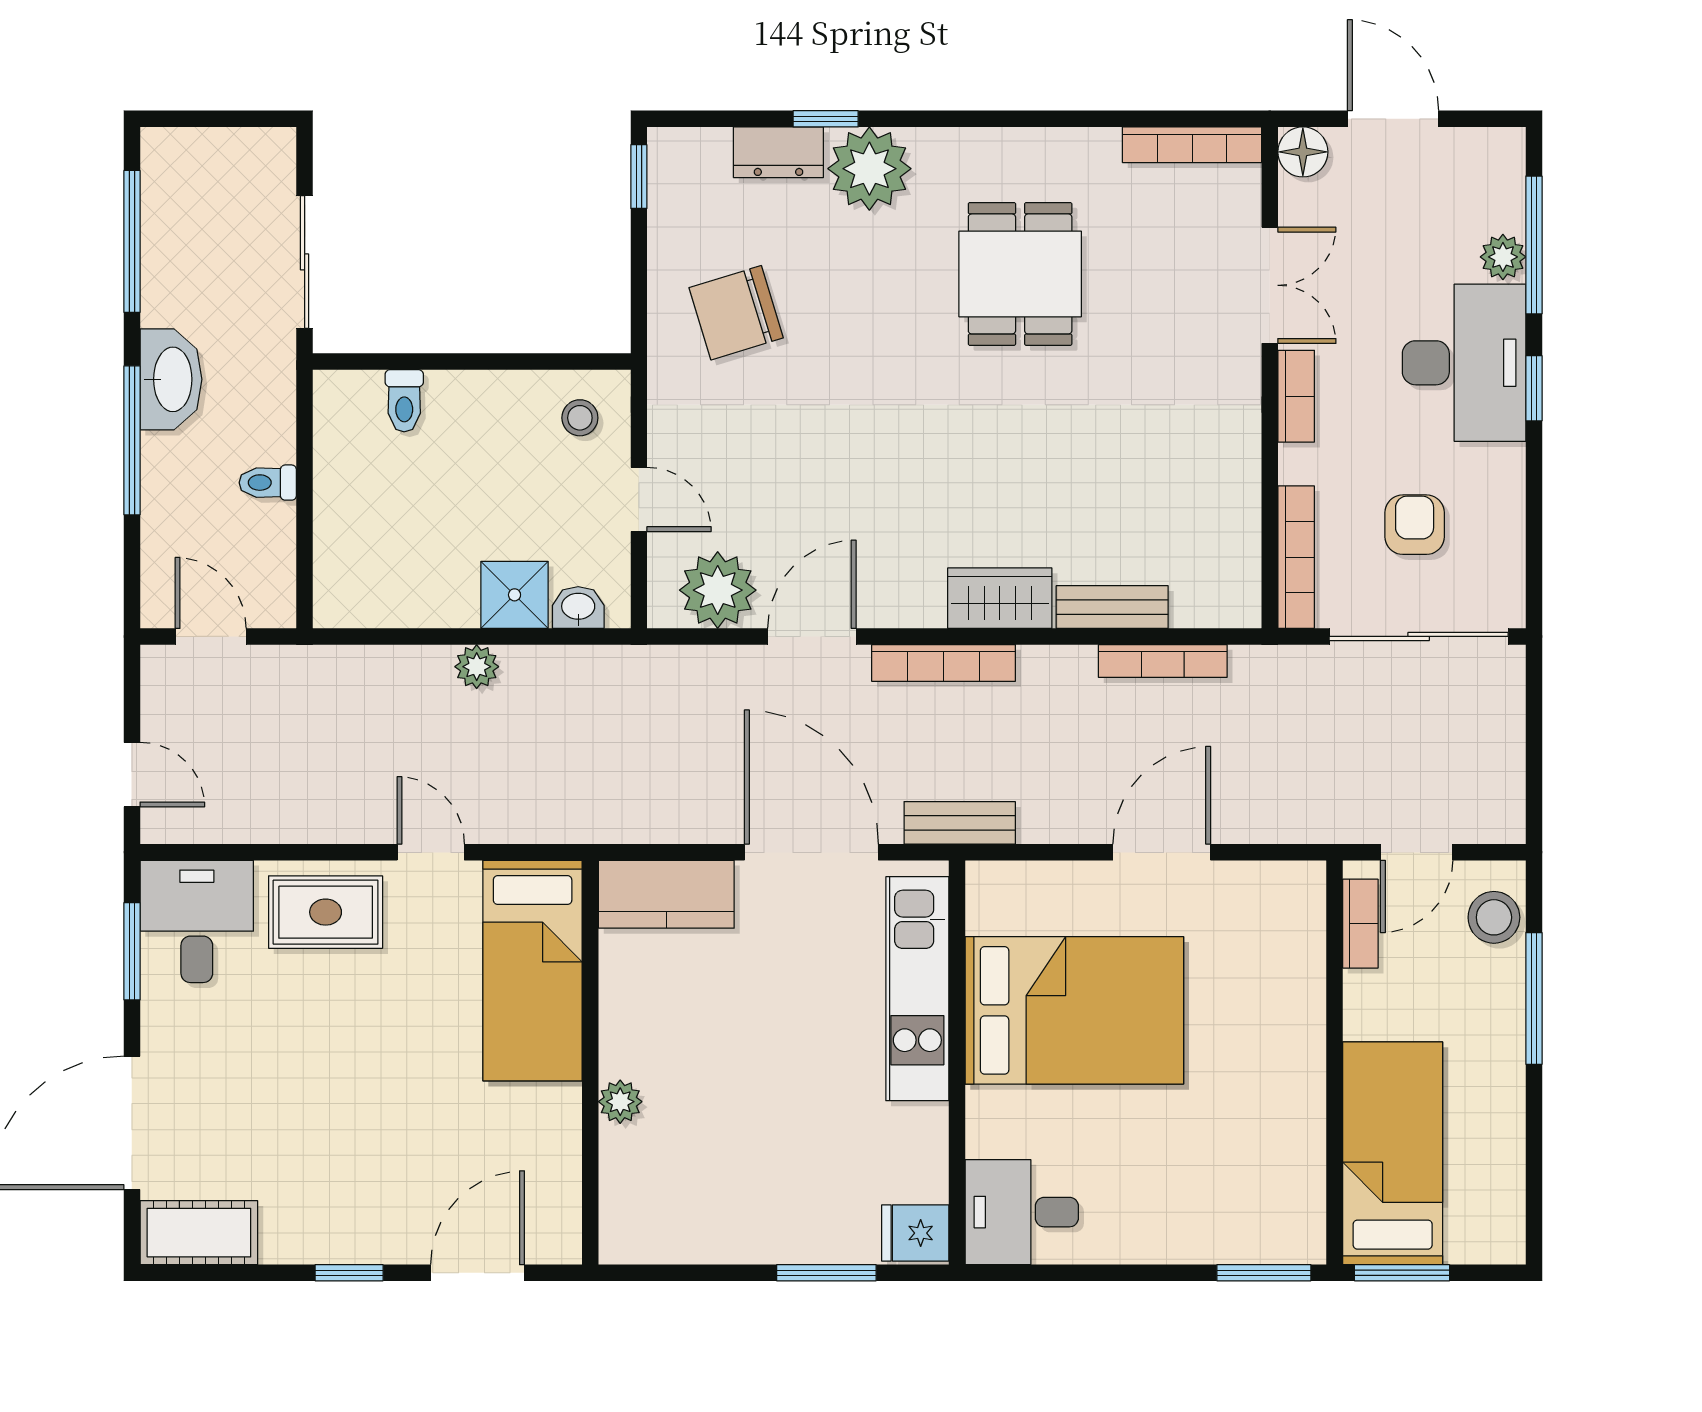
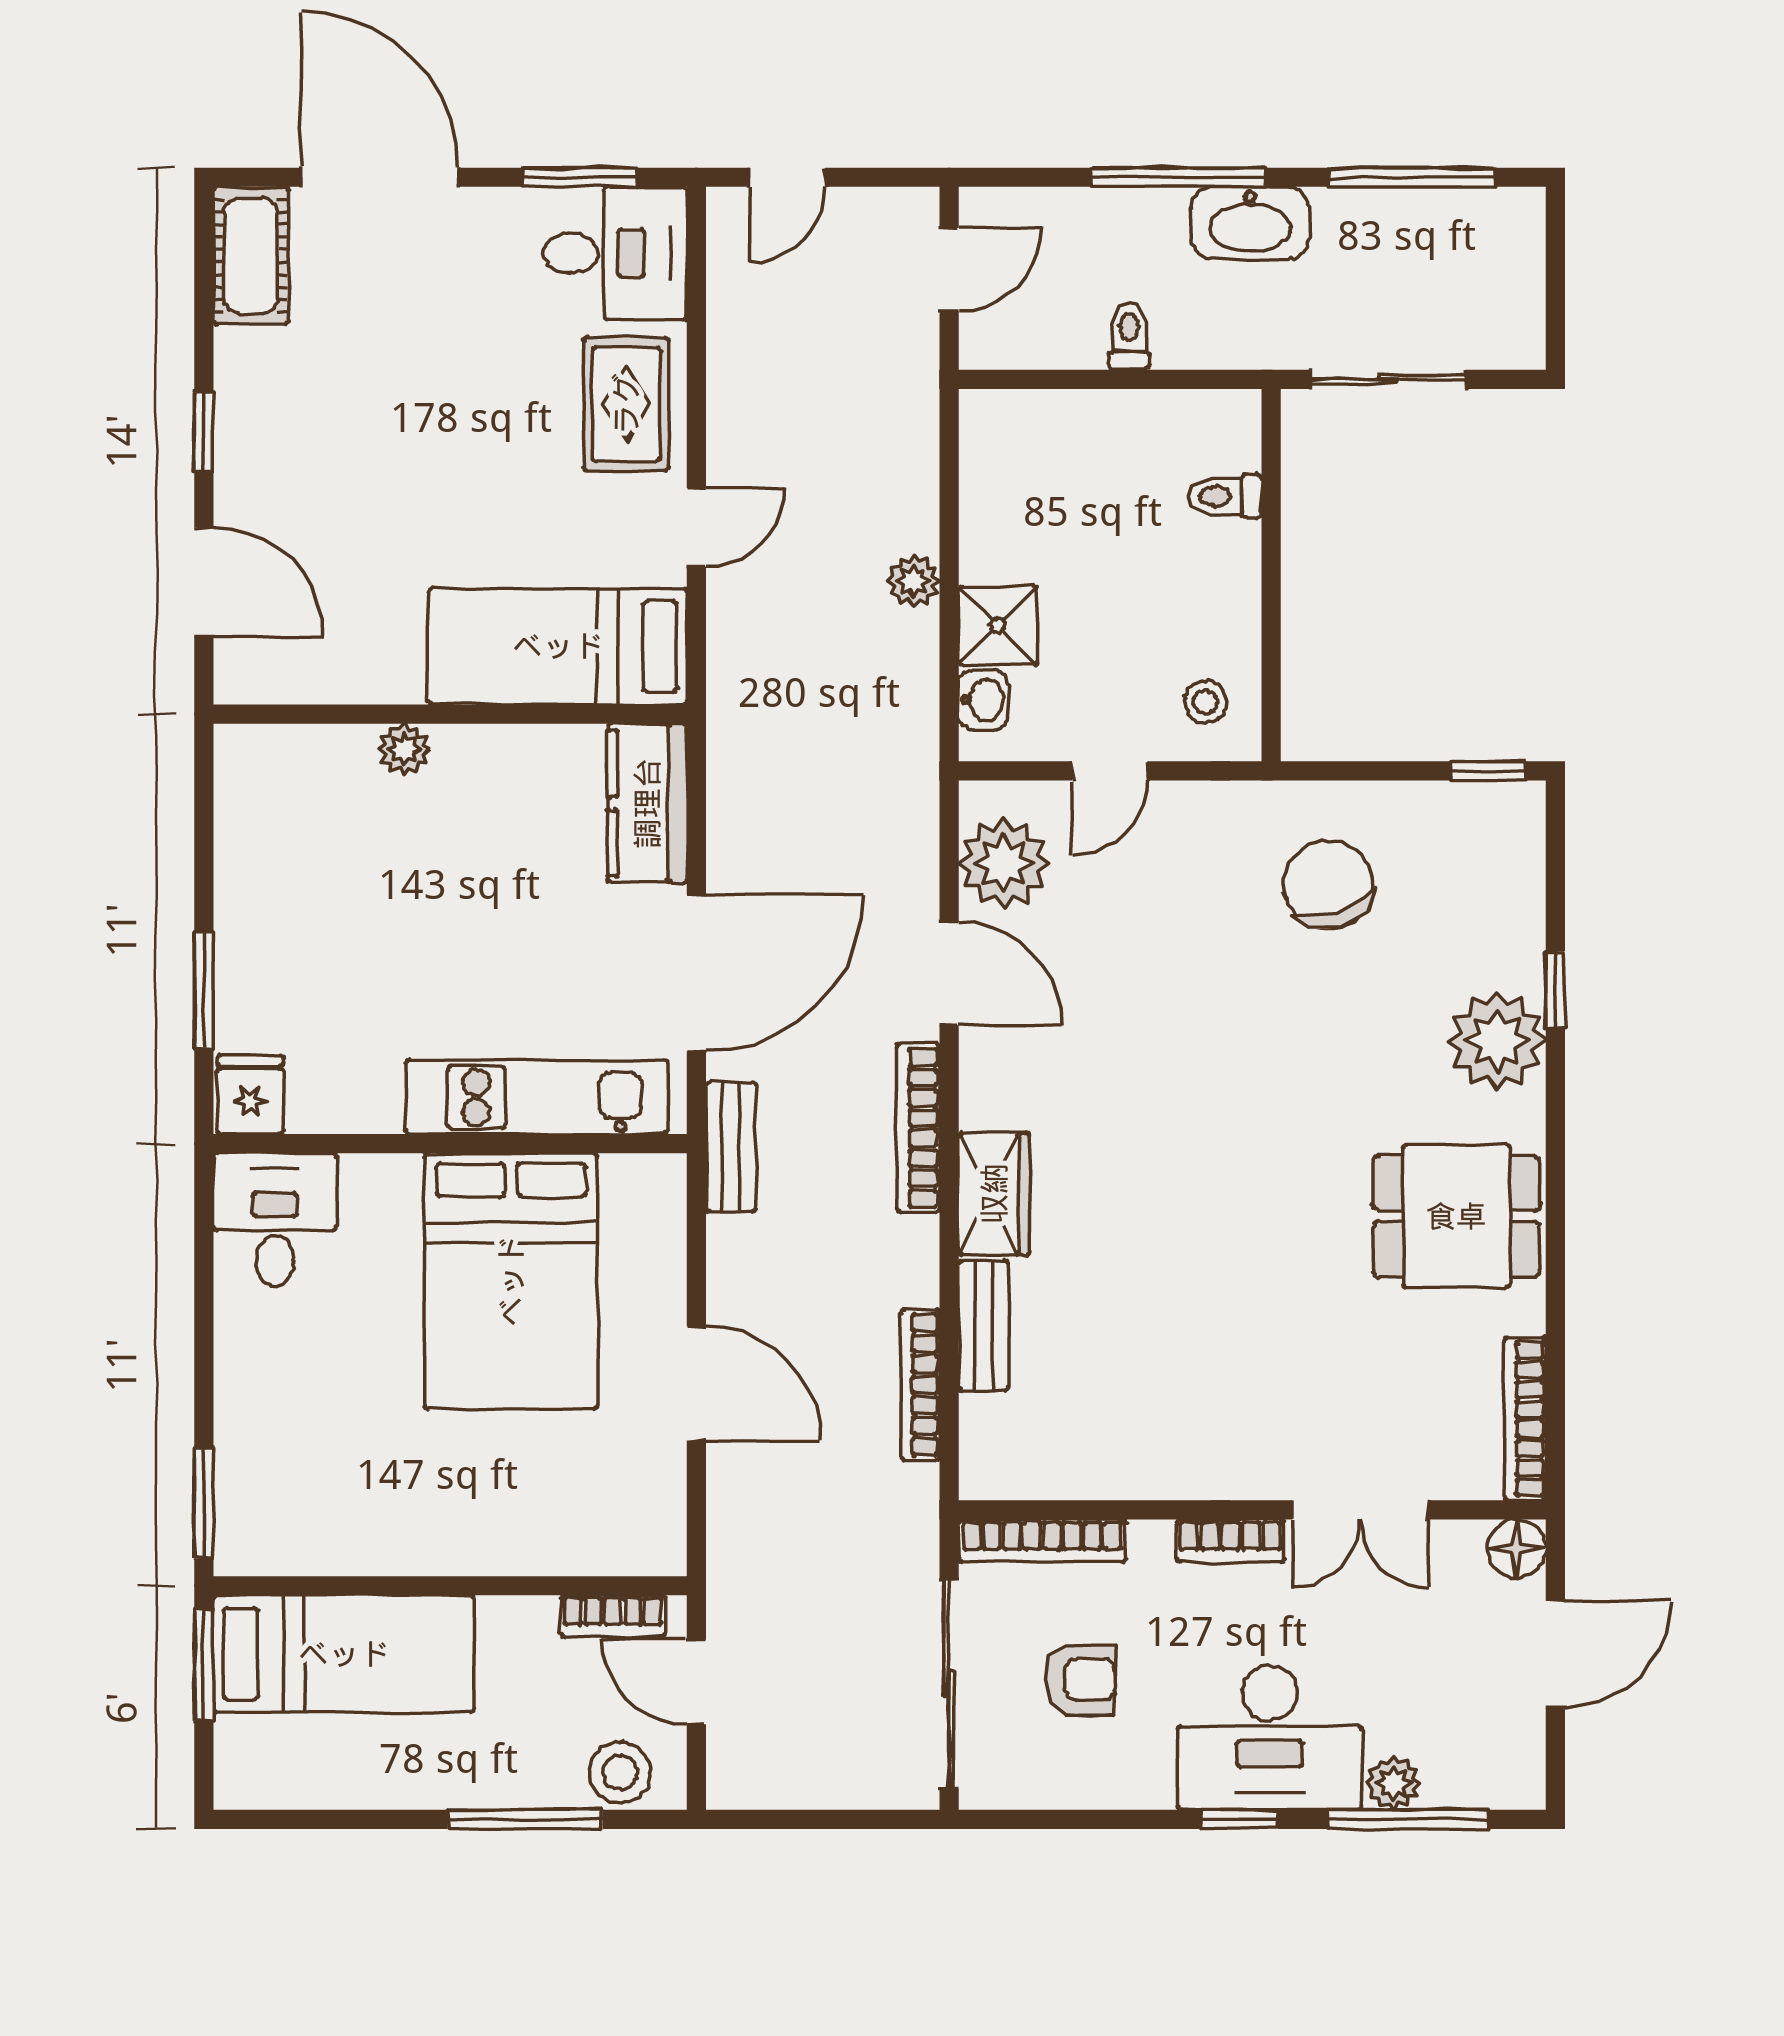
dresser: (778, 152) -> (1516, 935), removed
dining table: (1020, 274) -> (1456, 1216), moved

